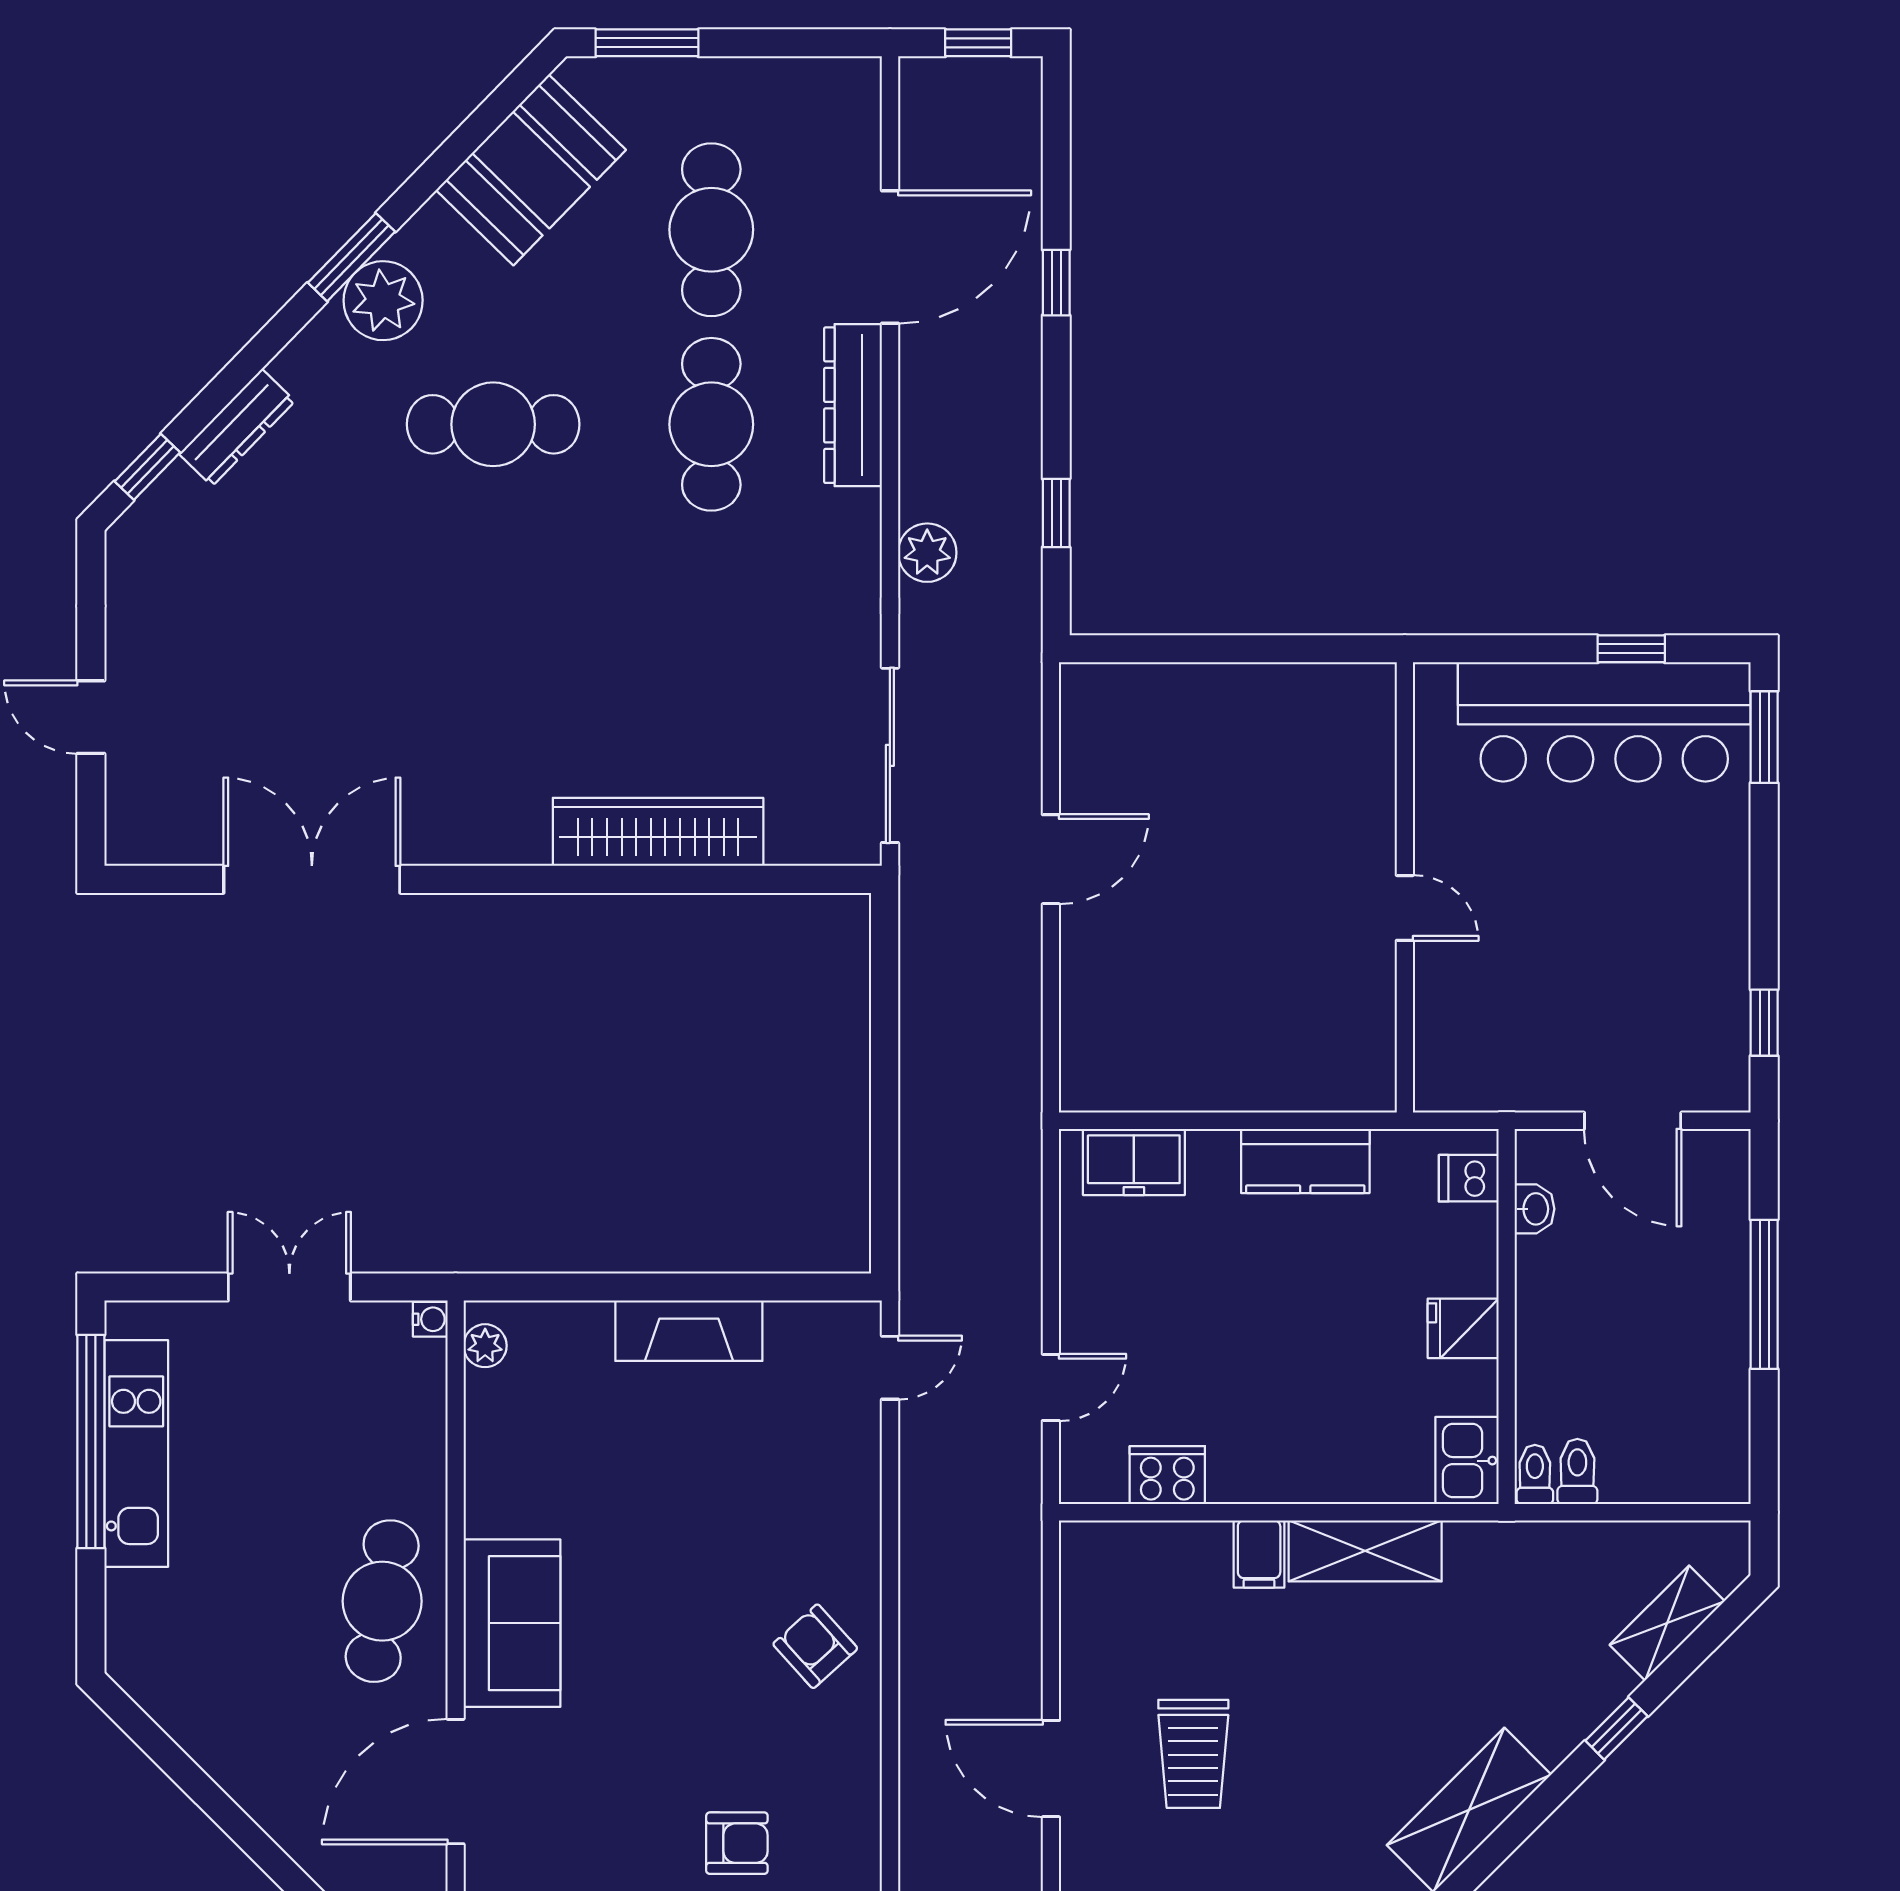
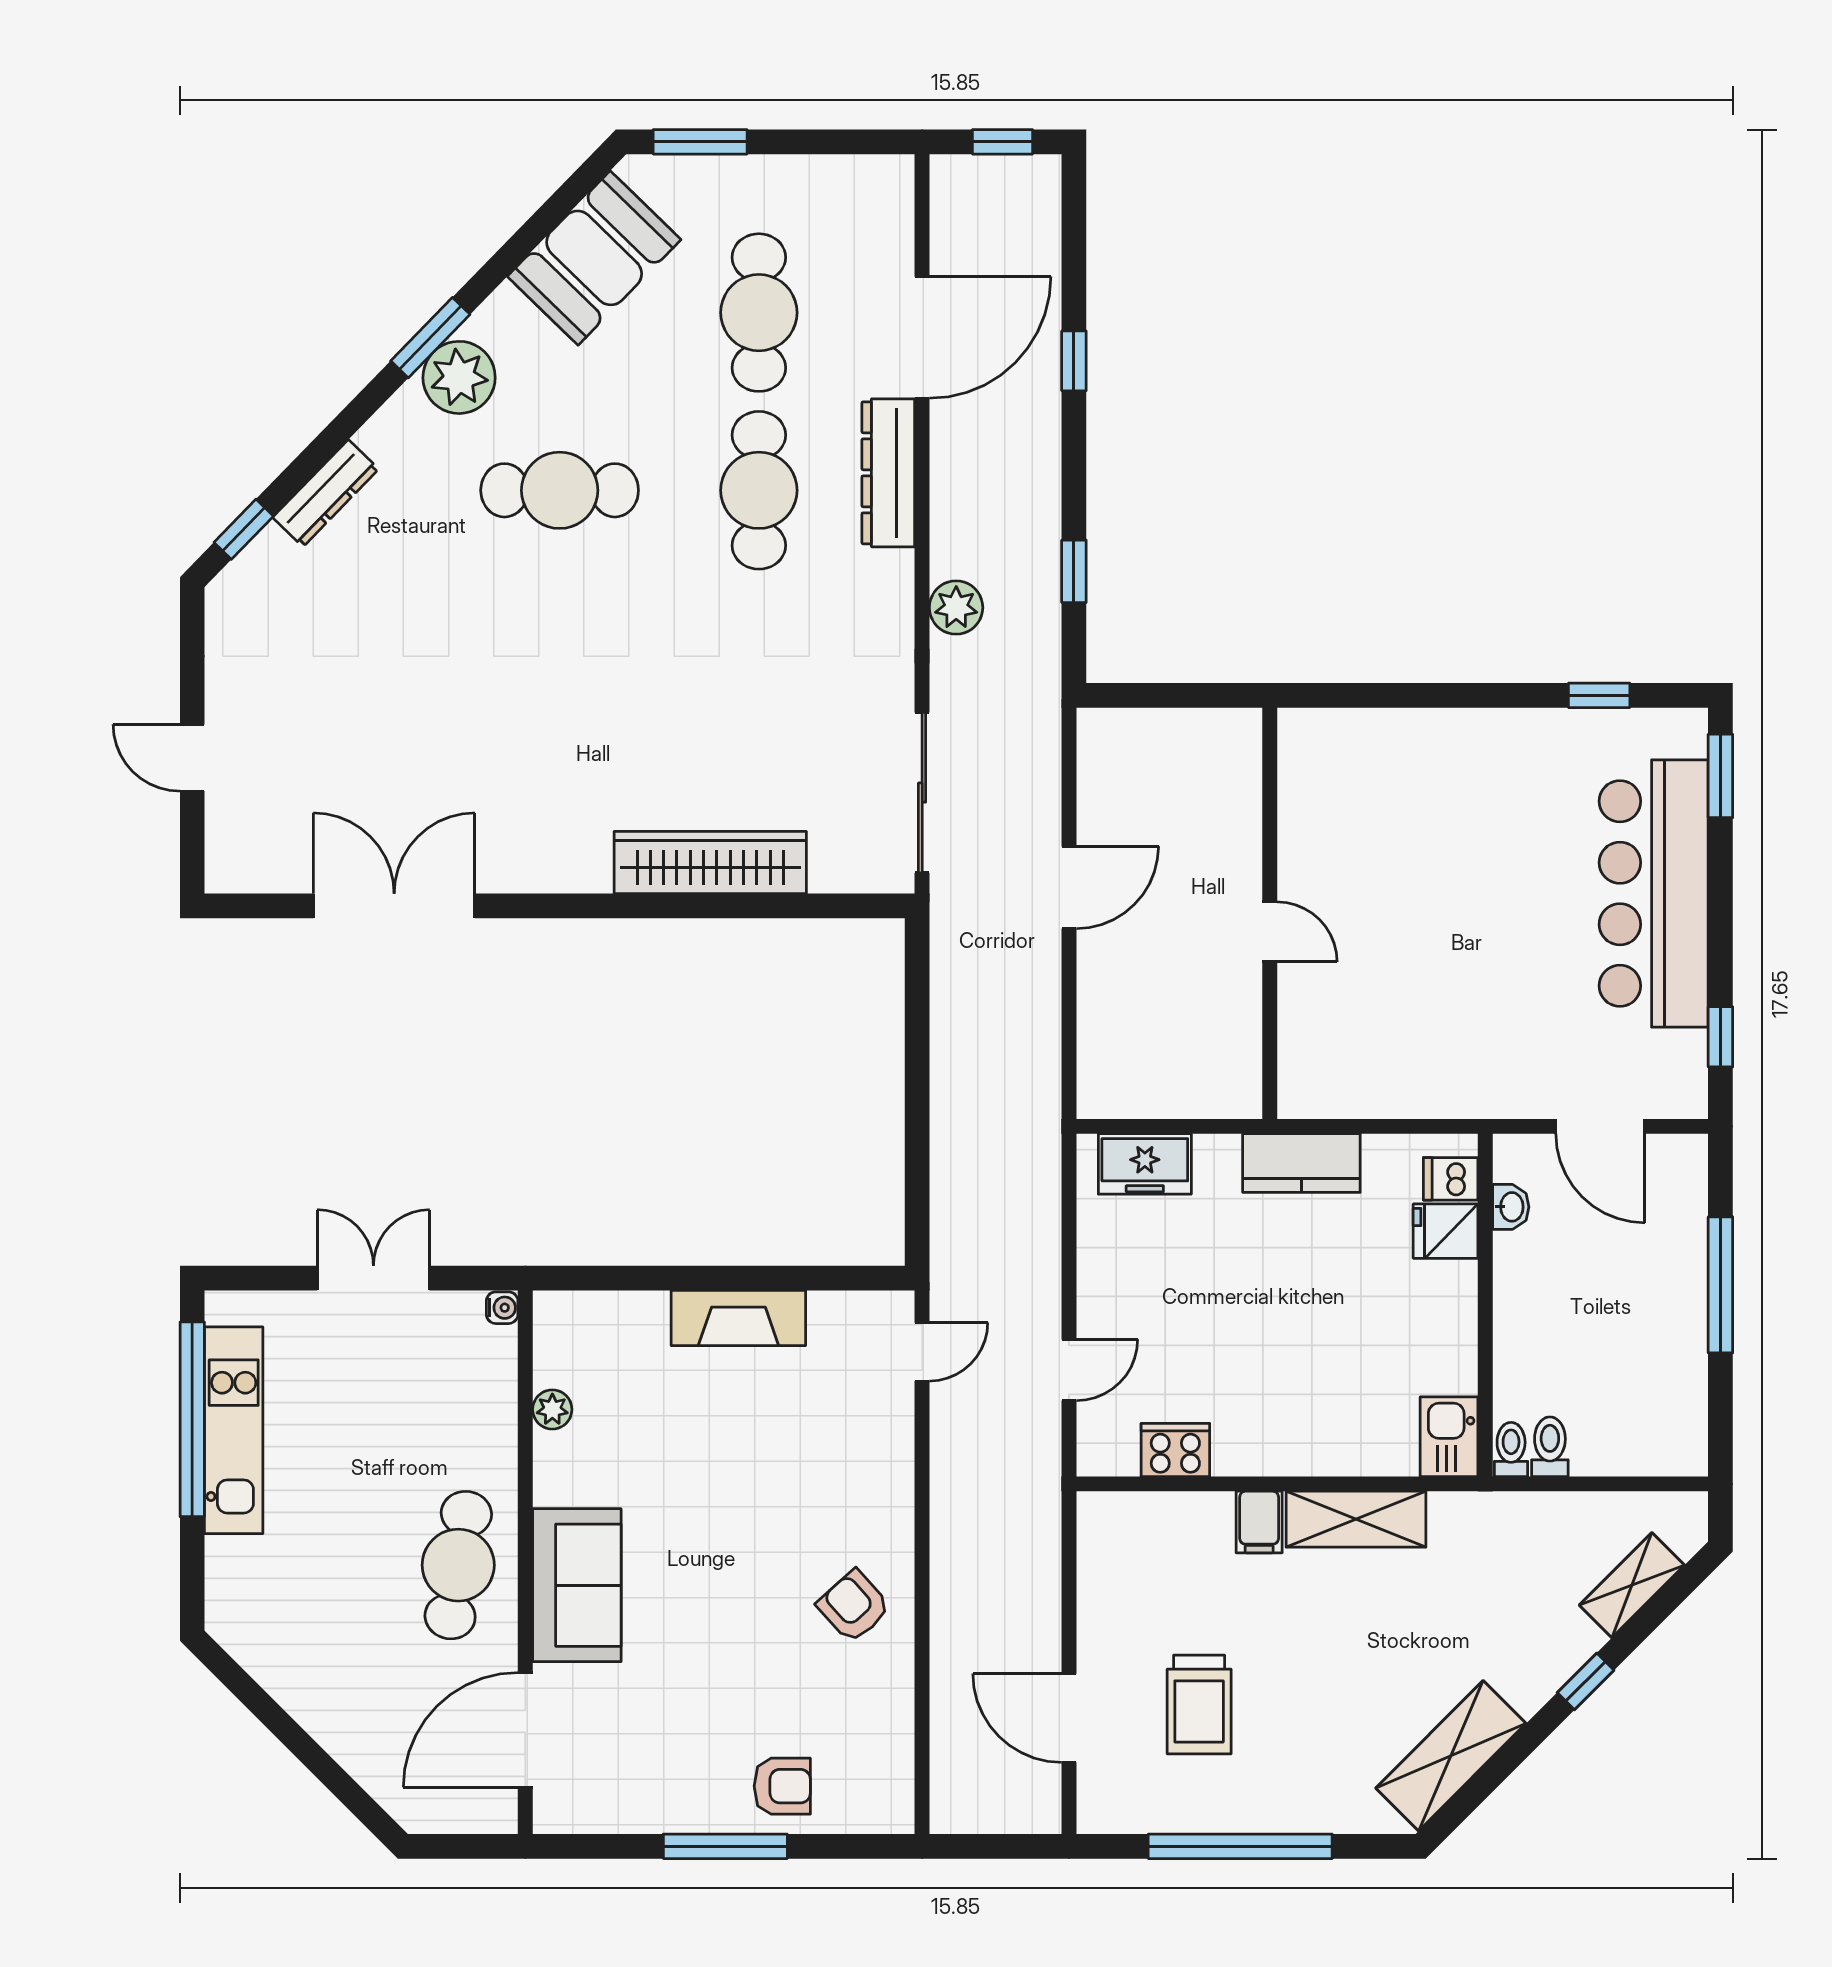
bar counter: (1604, 722) -> (1654, 894), moved, turned 90
wall: (1405, 887) -> (1270, 913), moved
door: (1405, 908) -> (1270, 932), moved
fridge: (1463, 1328) -> (1446, 1231), moved
plant: (485, 1346) -> (552, 1409), moved

